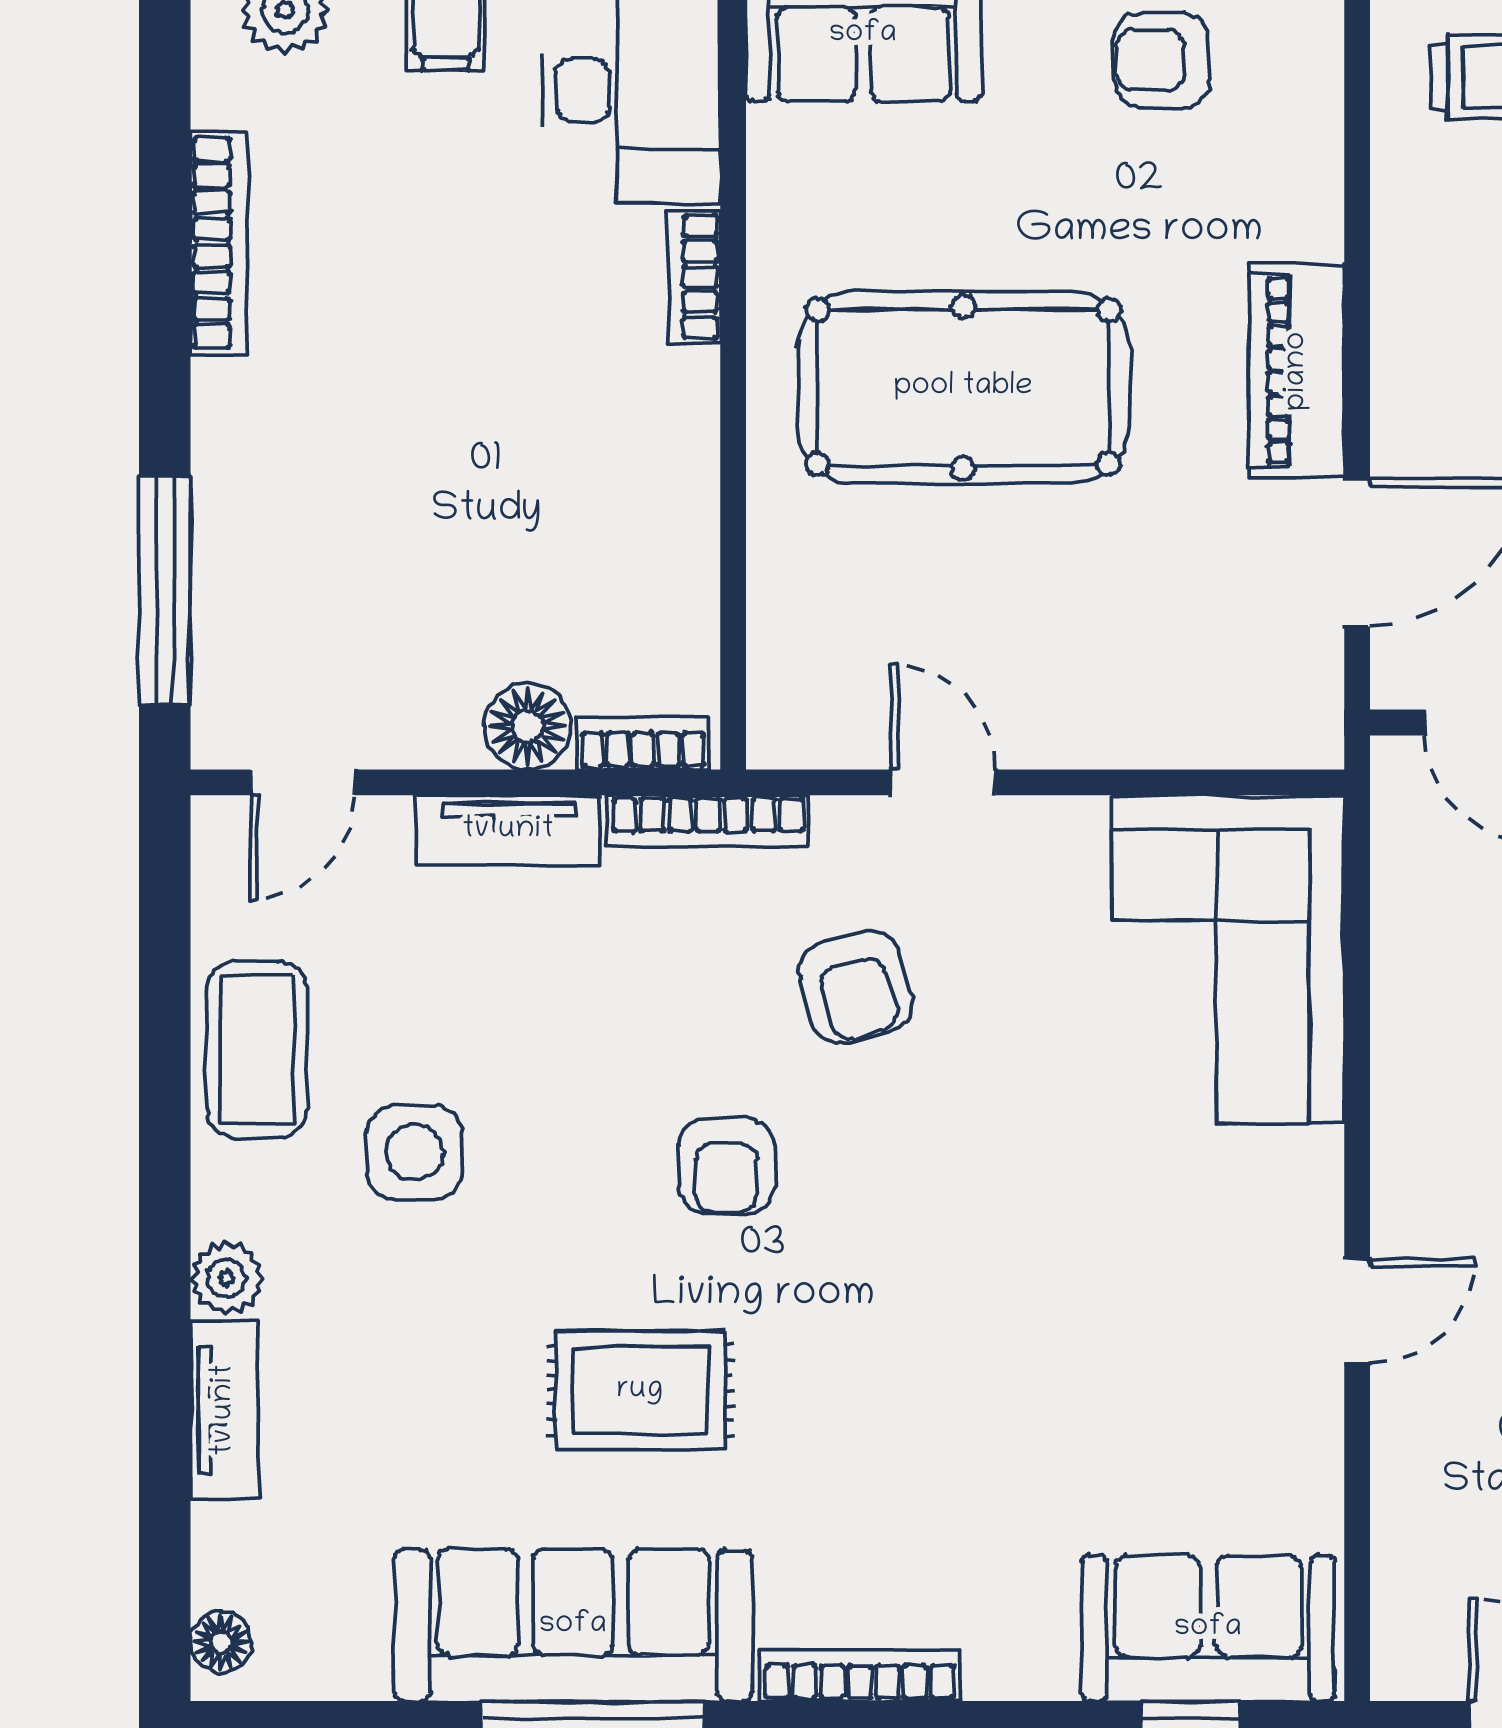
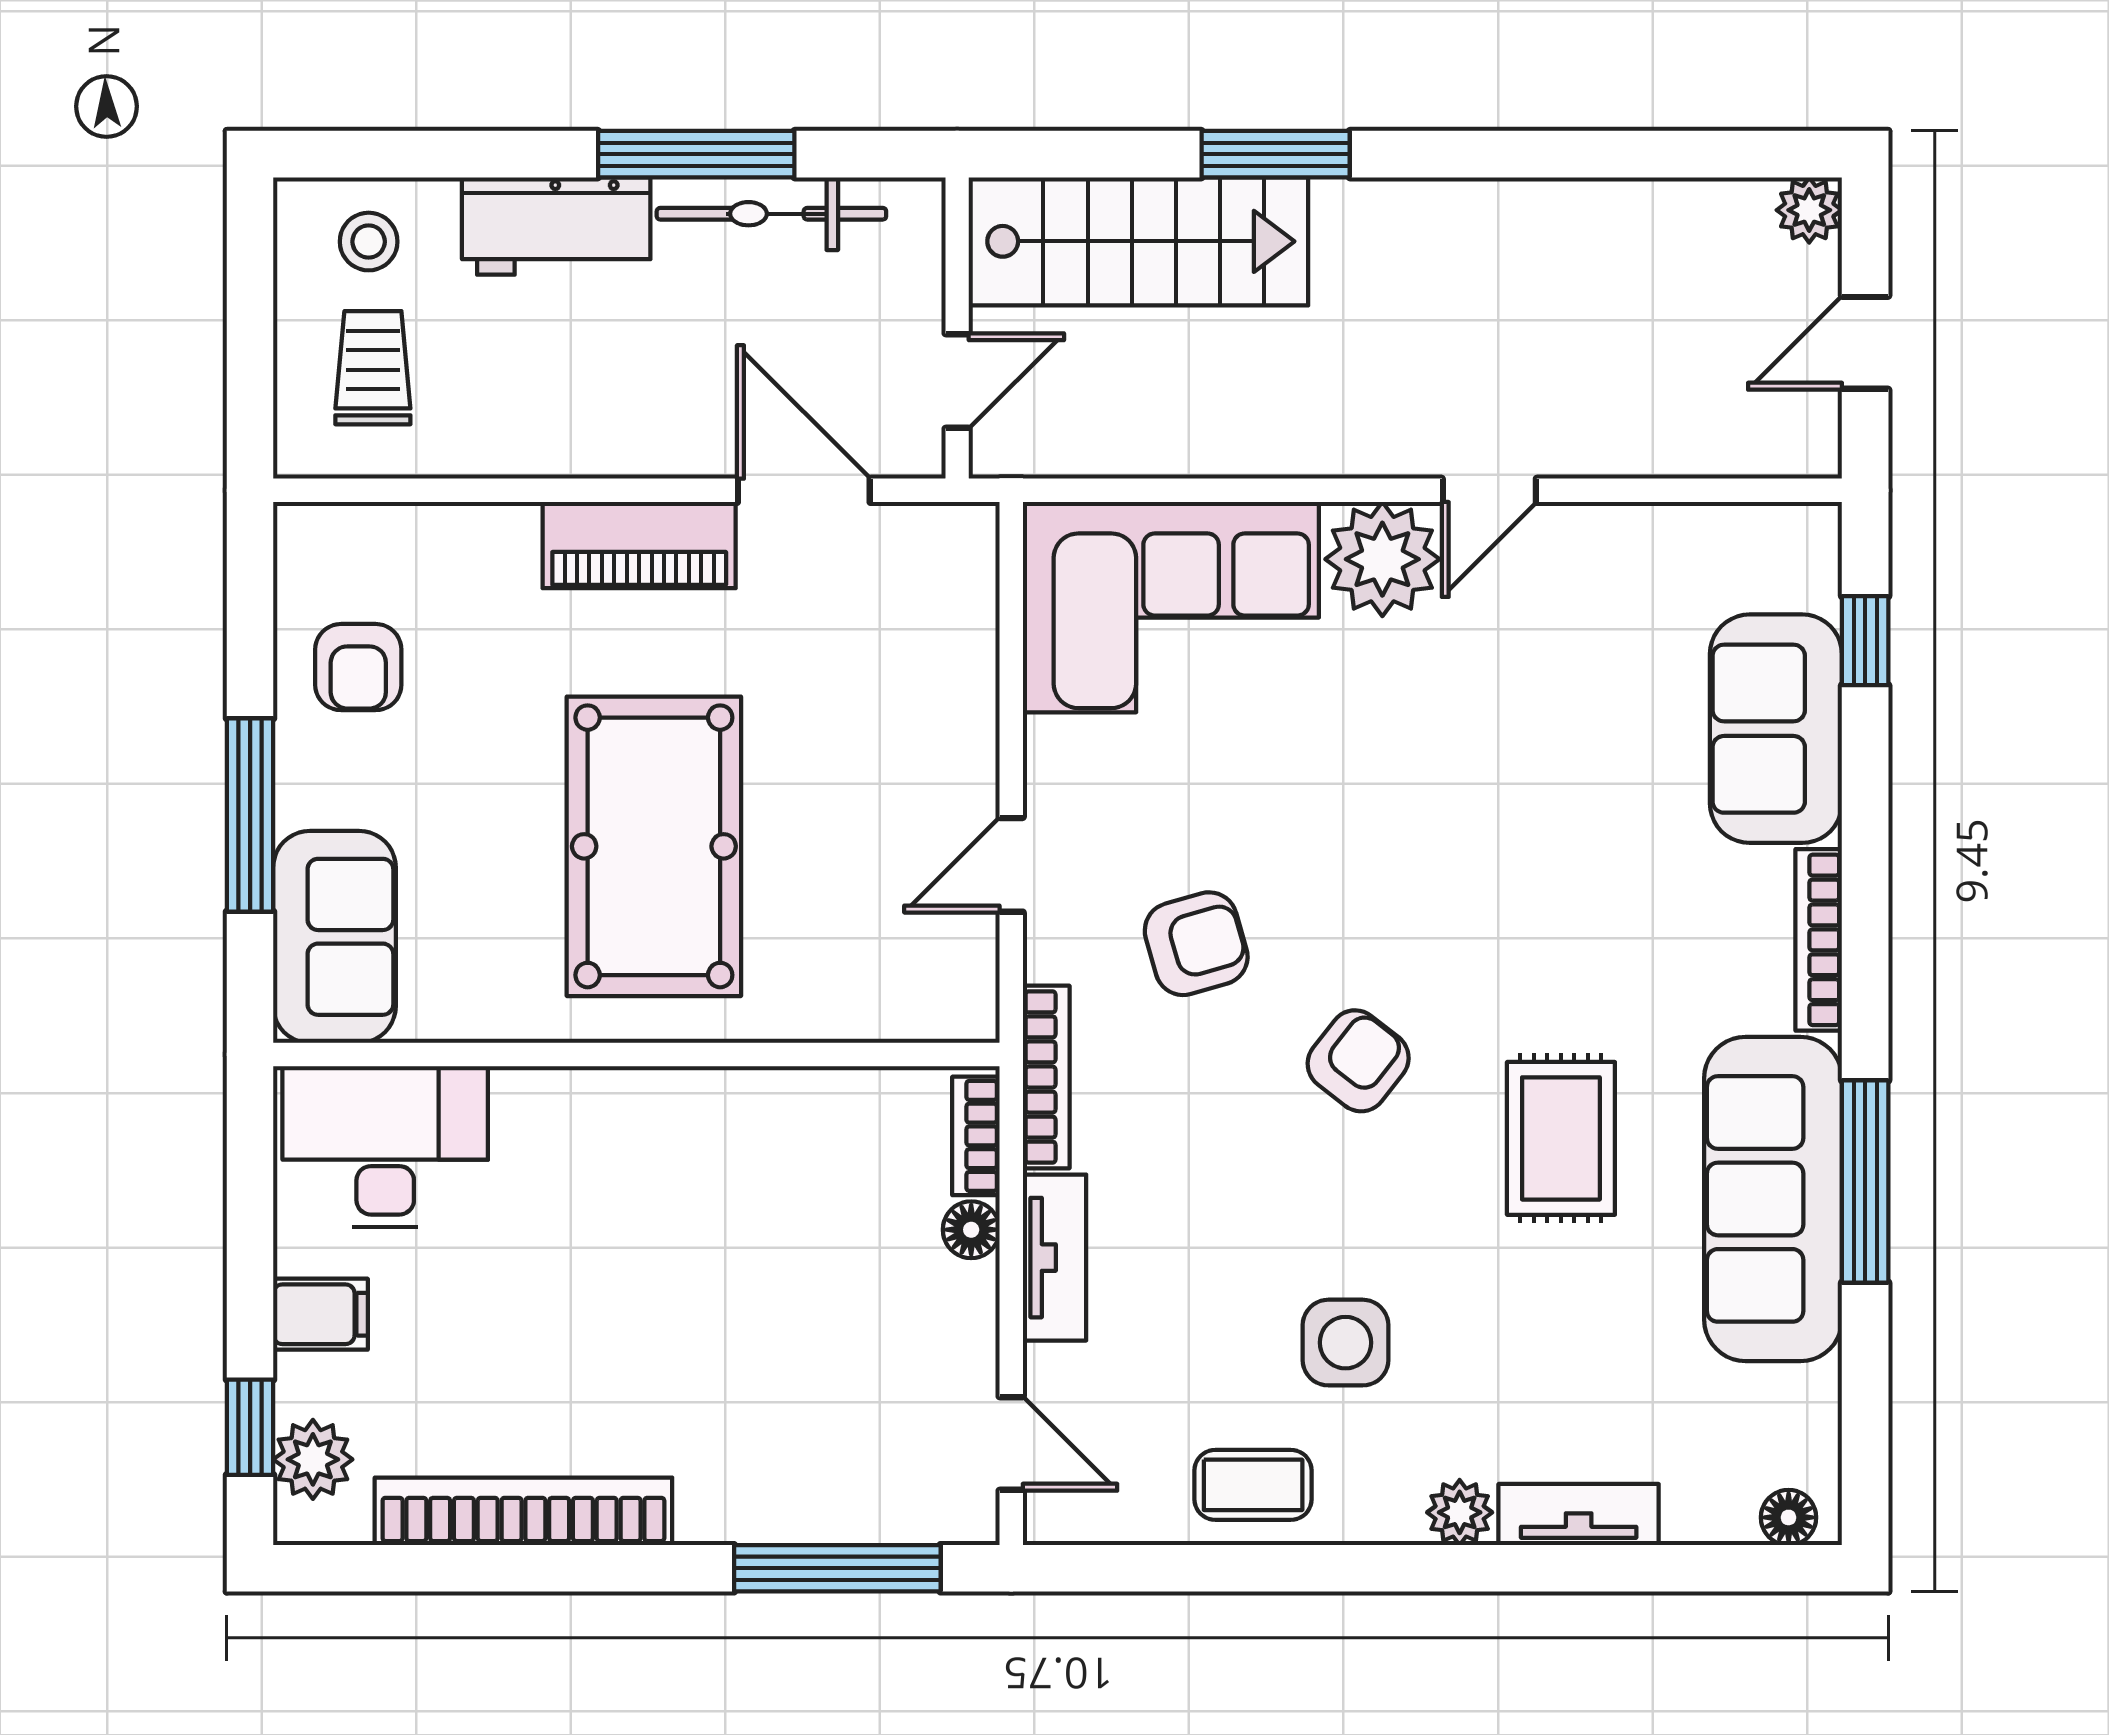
bookcase: (219, 243) -> (523, 1511), width x1.48, depth x1.31
bookcase: (694, 277) -> (554, 1090), removed
floor lamp: (528, 726) -> (971, 1230), width x0.73, depth x0.73
coffee table: (257, 1050) -> (1253, 1485), width x0.73, depth x0.77
armchair: (726, 1166) -> (1358, 1061), turned -52
plant: (1281, 1193) -> (1382, 559), added
door: (1357, 1311) -> (1489, 490), swing flipped
sofa: (1208, 1628) -> (1776, 729), moved

